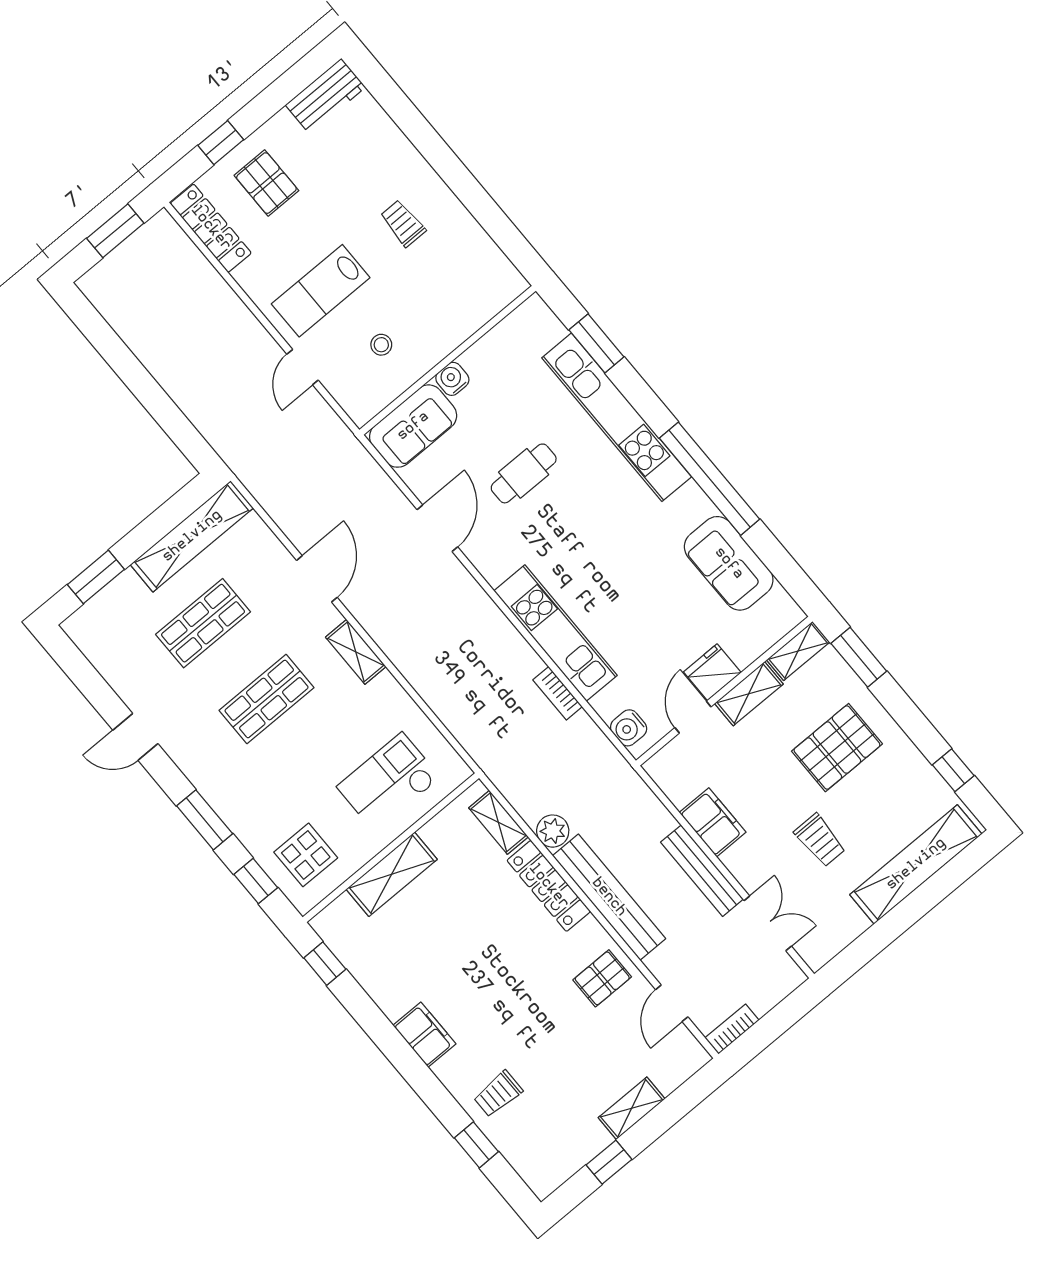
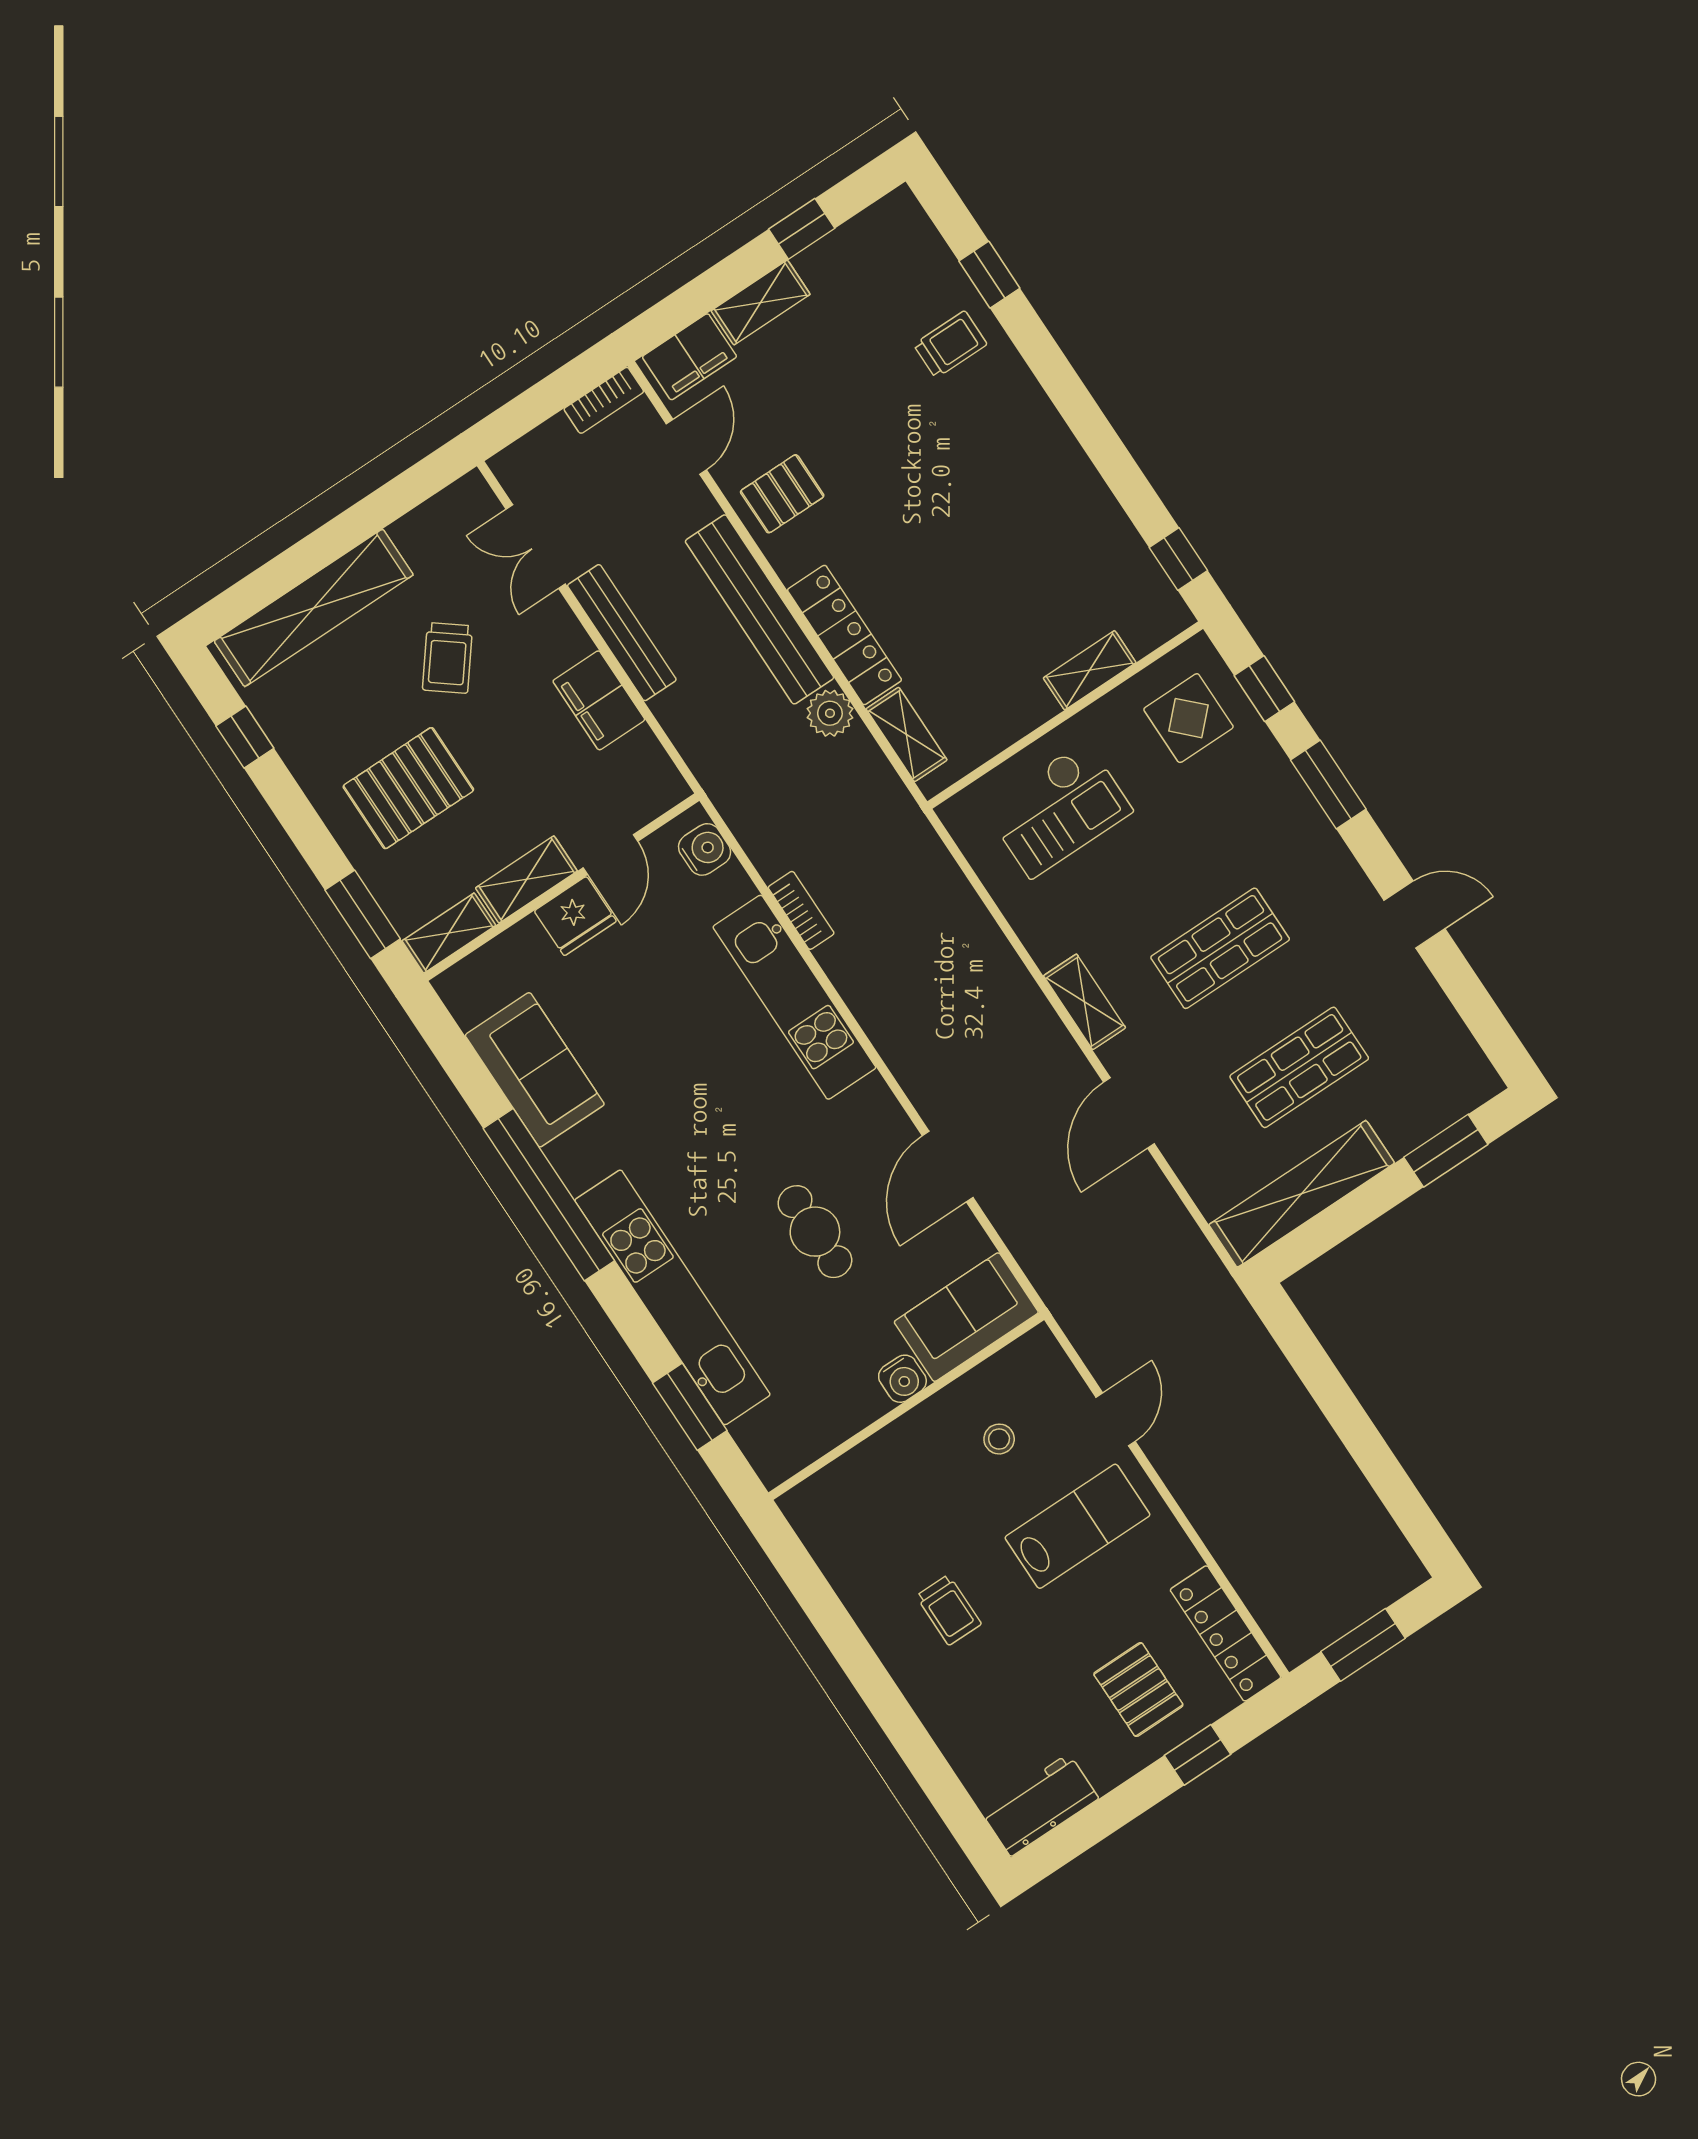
cafe table: (524, 473) -> (815, 1232), turned 90
trolley: (820, 840) -> (448, 658), turned -142
shelving: (392, 874) -> (1090, 670), width x0.67, depth x0.75
filing cabinet: (424, 1035) -> (689, 357), moved, turned -90

